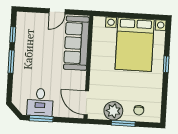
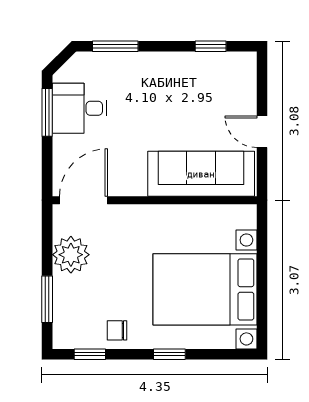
window: (11, 62) -> (115, 46), moved
window: (164, 104) -> (90, 354), added
chair: (139, 110) -> (117, 330), moved
window: (123, 123) -> (47, 299), moved

